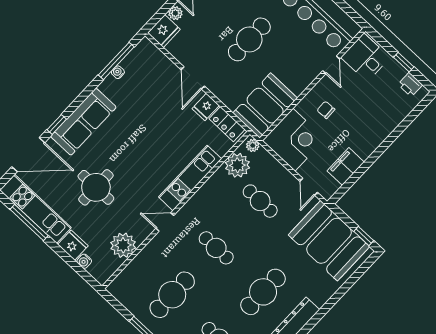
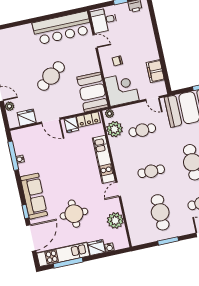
fridge: (164, 31) -> (27, 118), moved, turned -90
cafe table: (249, 39) -> (51, 76), turned 53

